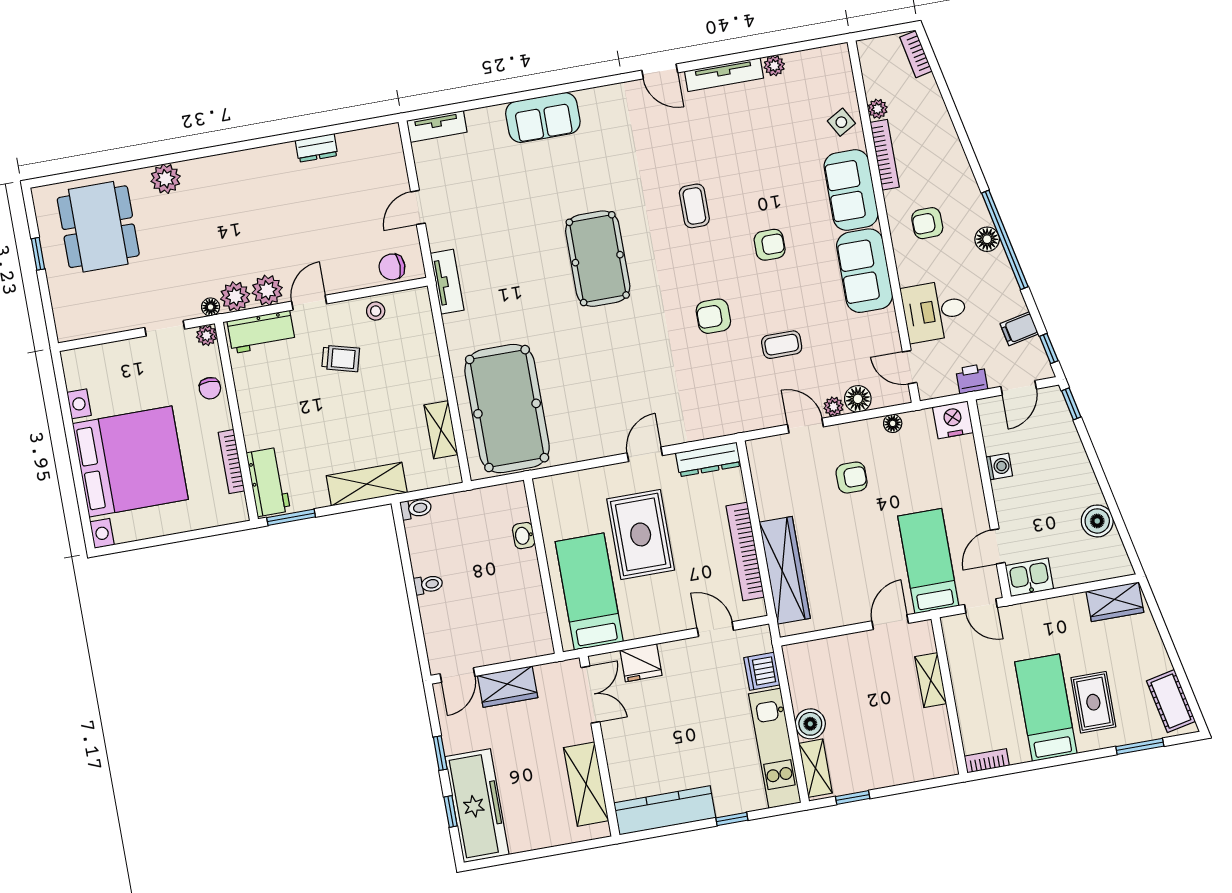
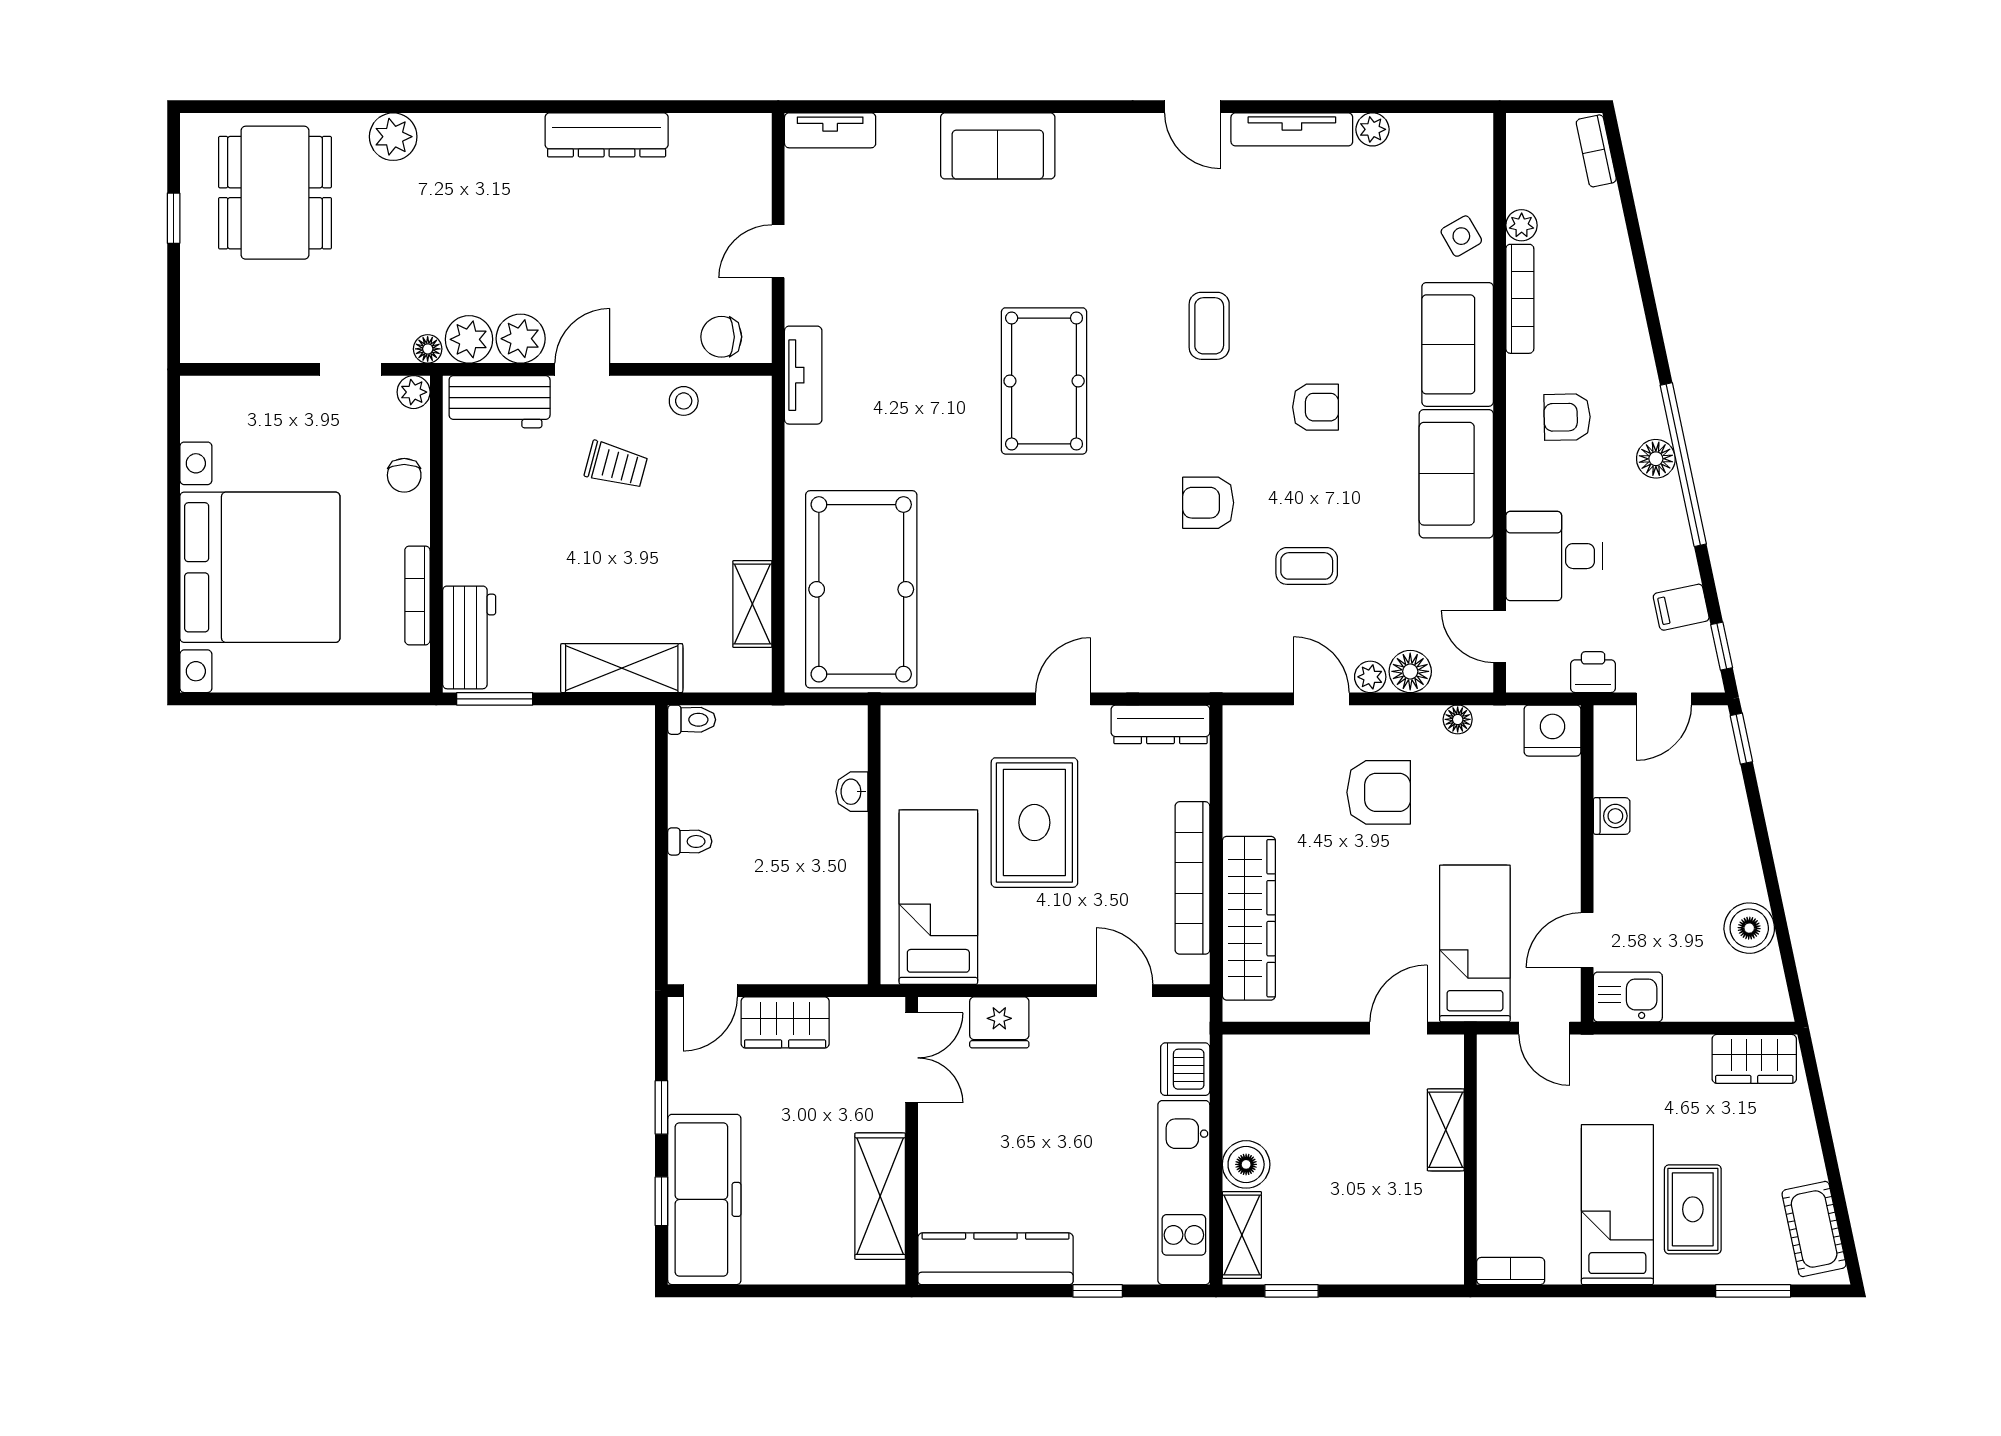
dresser: (316, 148) -> (607, 135), width x1.96, depth x1.24
armchair: (852, 478) -> (1379, 792), width x1.38, depth x1.38

